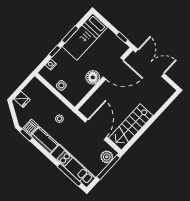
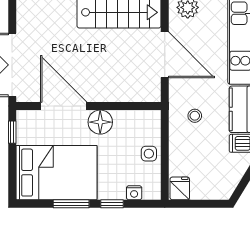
bed: (85, 37) -> (57, 173), width x1.50
fridge: (22, 99) -> (180, 188), moved
door: (96, 129) -> (165, 55), swing flipped

